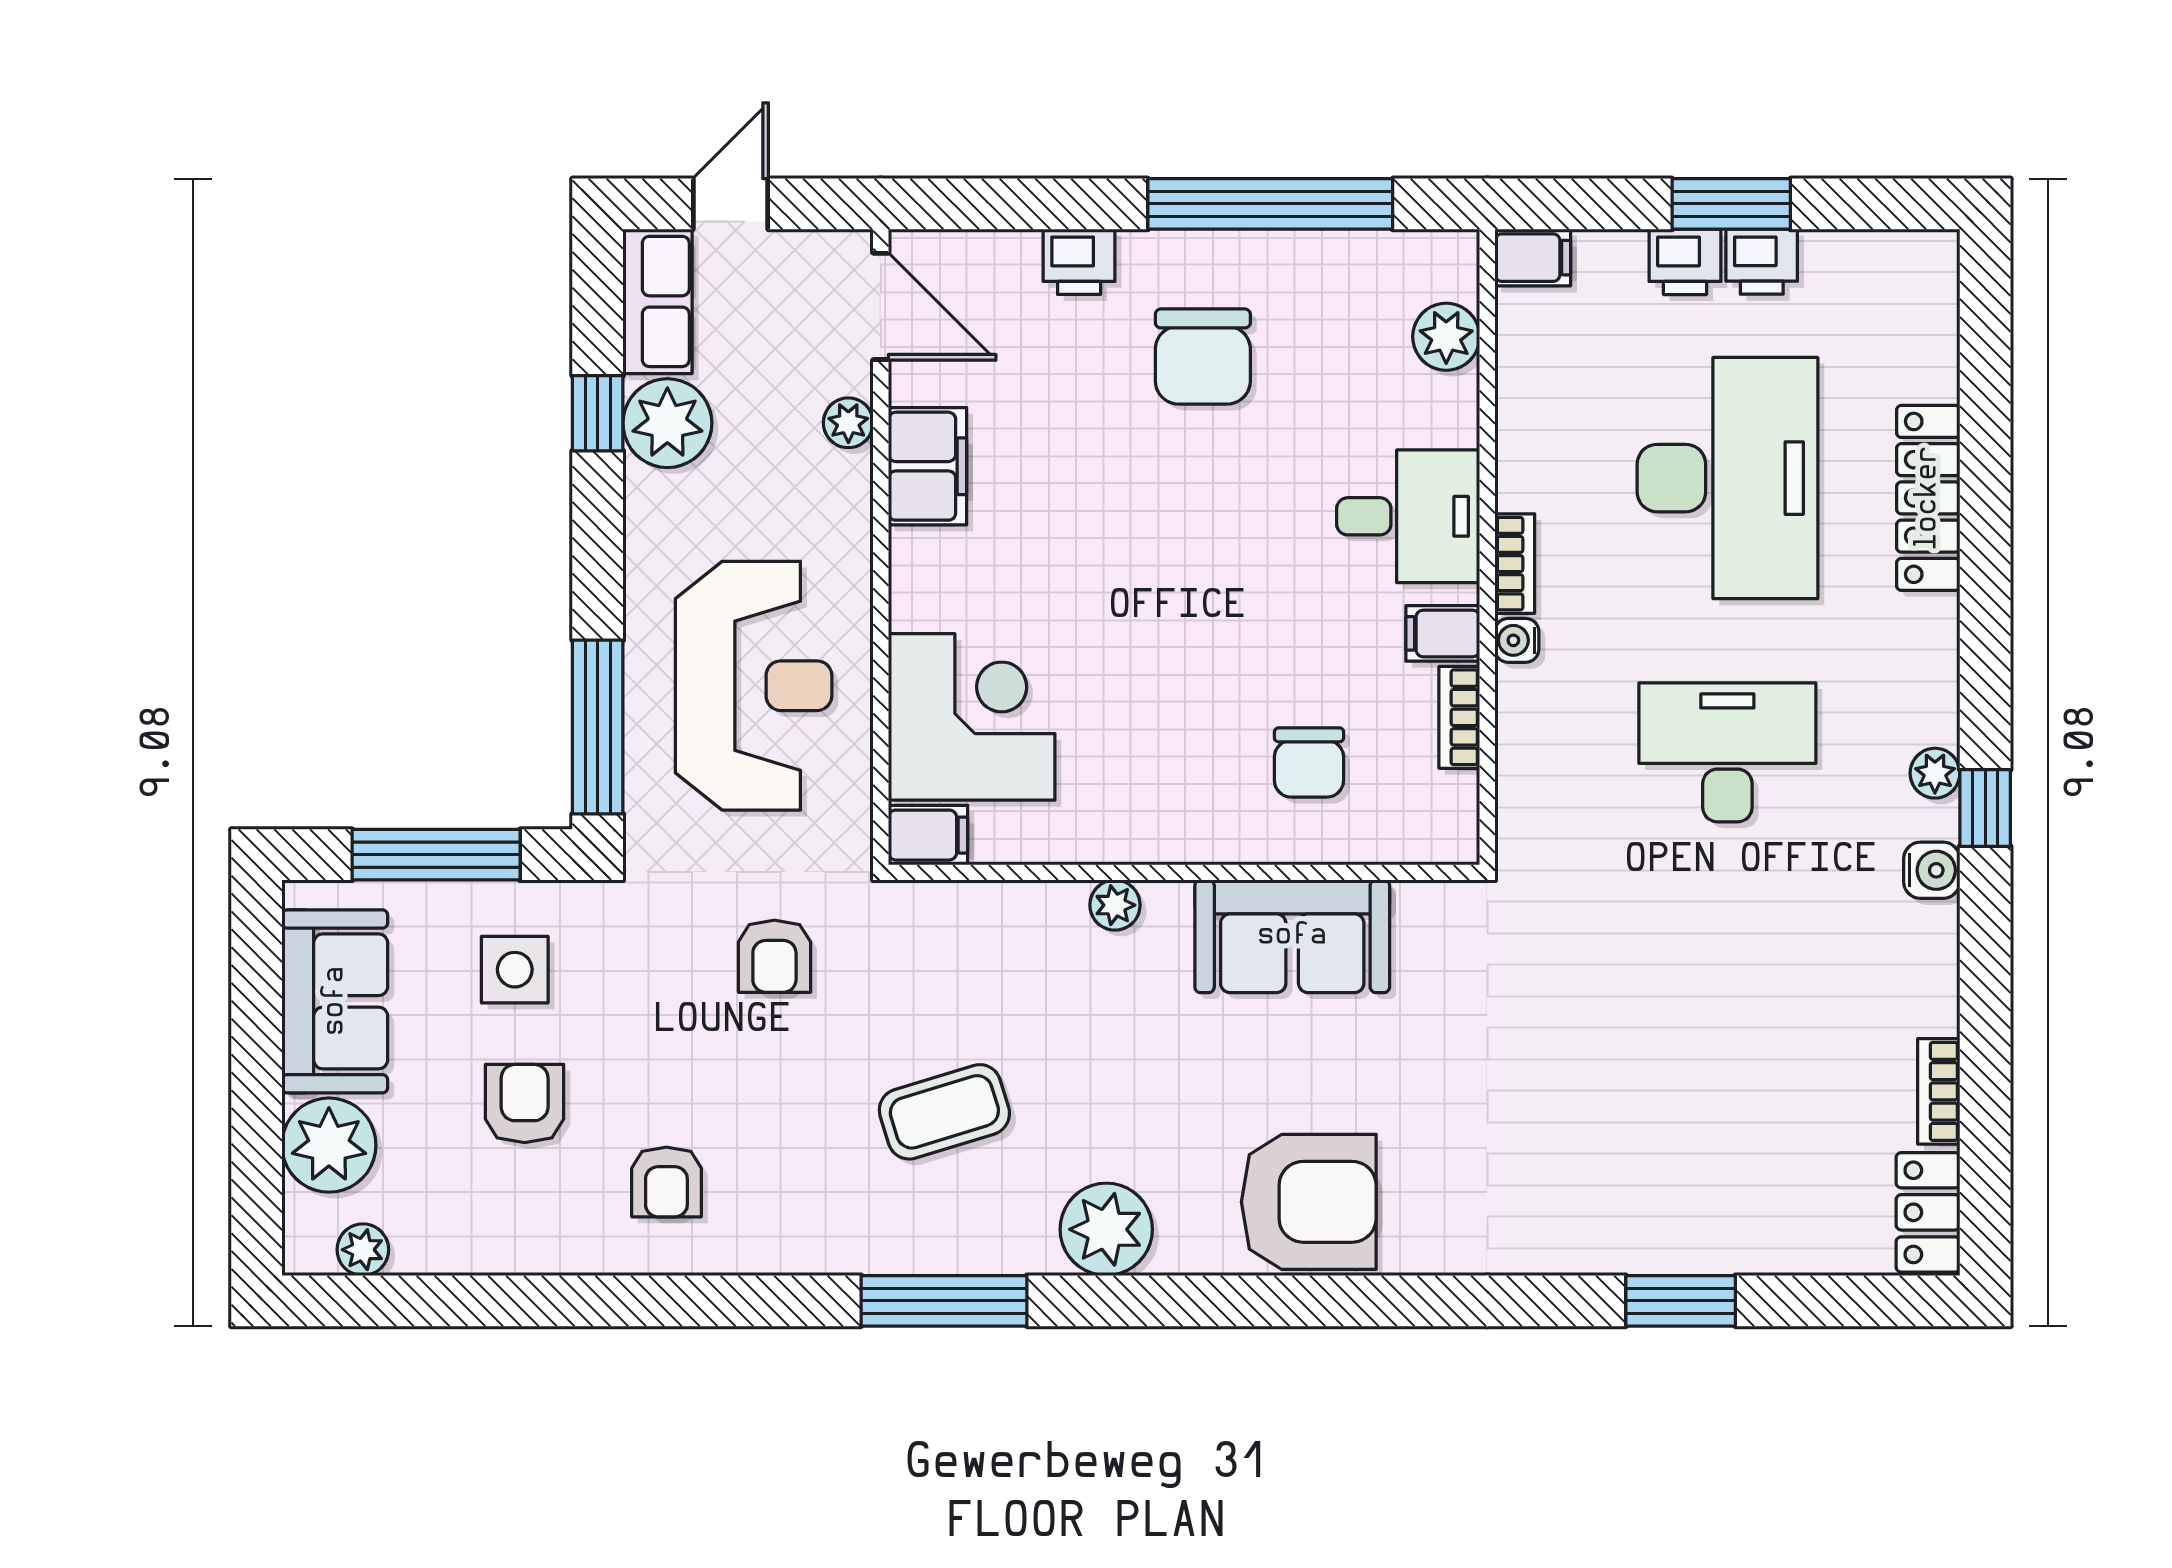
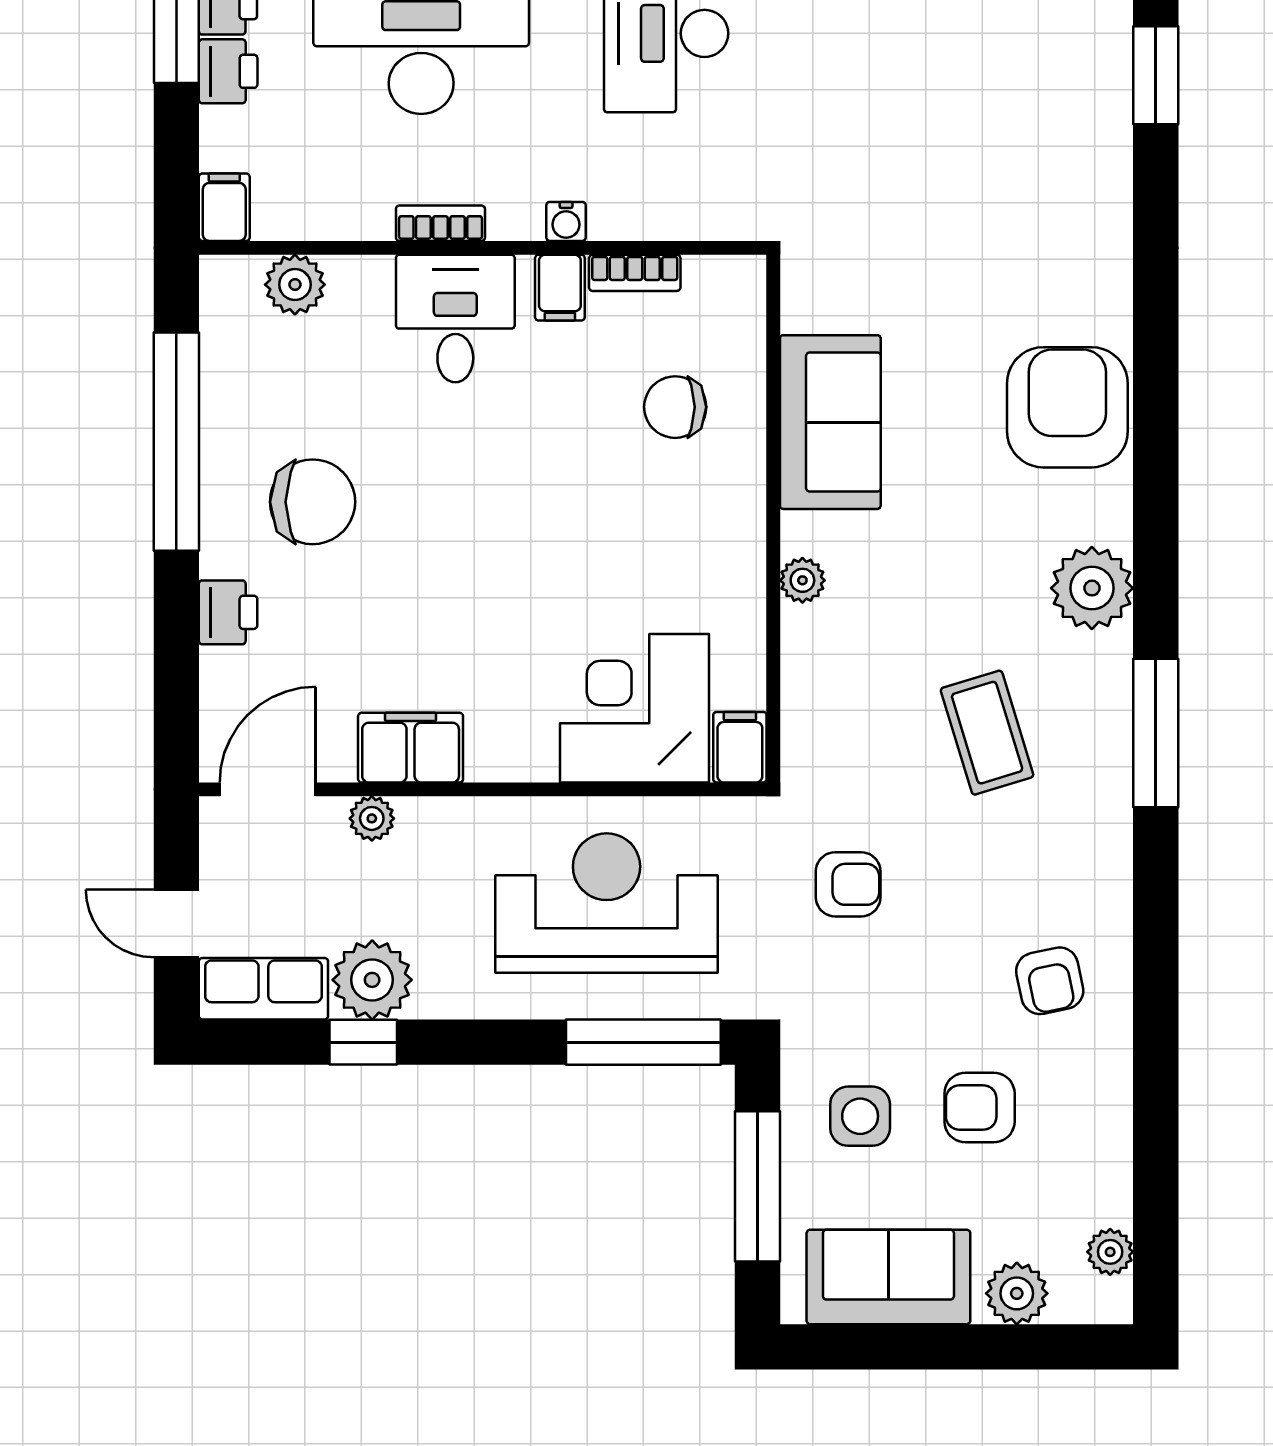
bookcase: (1515, 564) -> (440, 223), moved
chair: (1309, 763) -> (675, 407), turned 180
plant: (329, 1145) -> (1017, 1293), width x0.73, depth x0.73
armchair: (666, 1182) -> (1050, 981), turned 78

